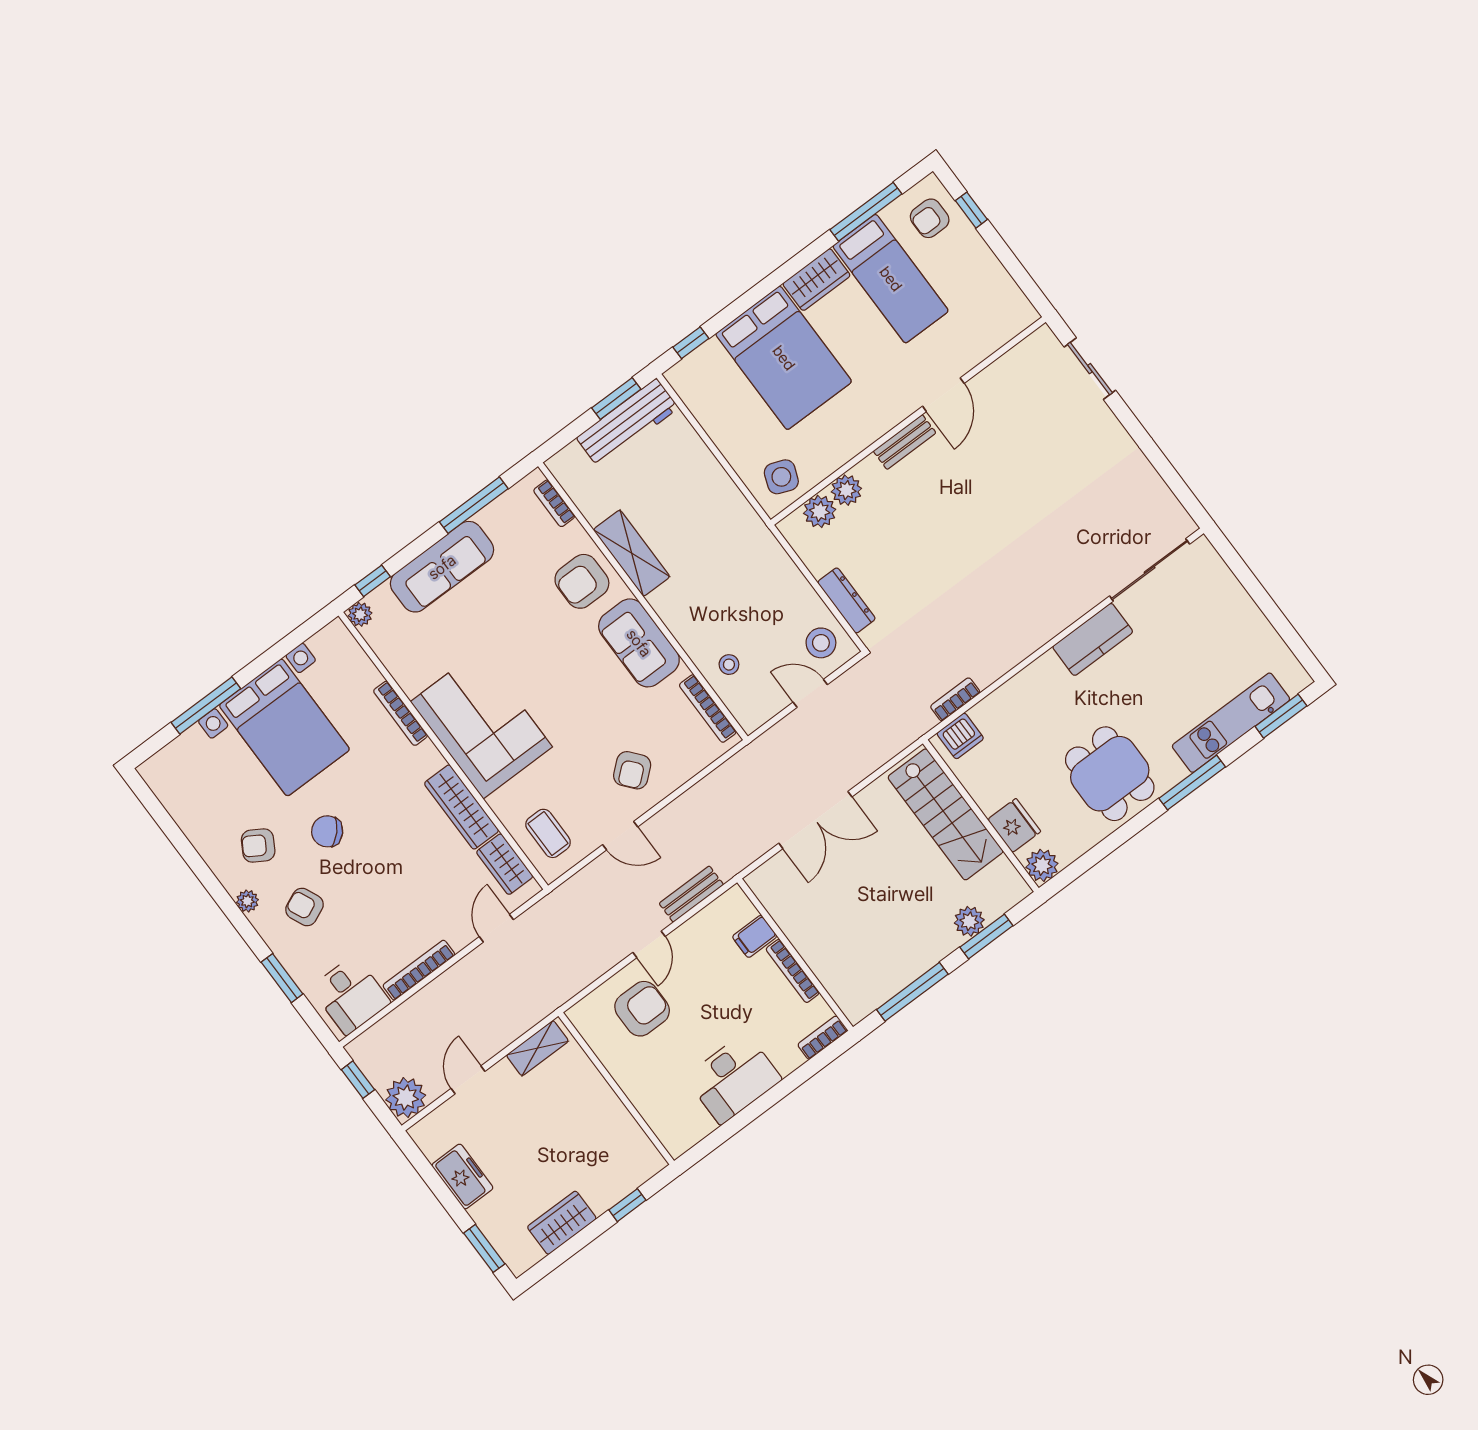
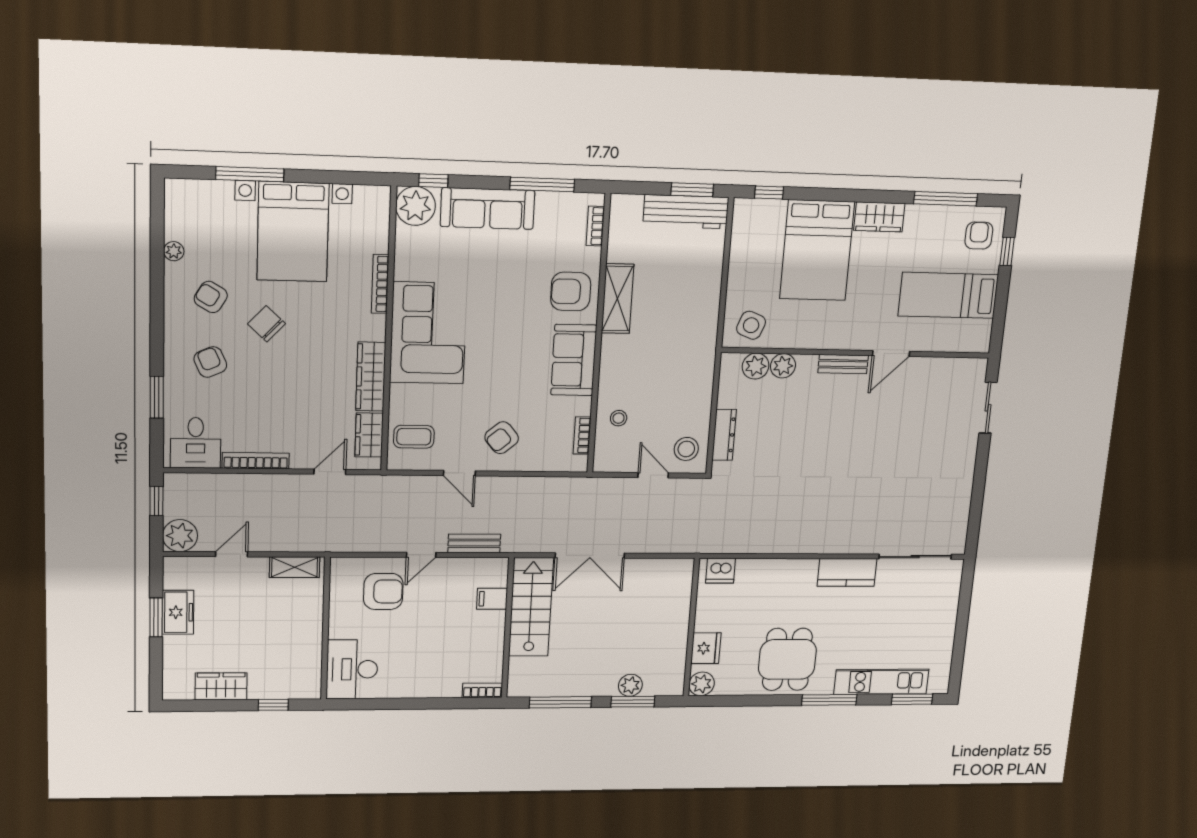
armchair: (930, 218) -> (979, 235), turned 90
bed: (891, 279) -> (948, 295), moved, turned 90
plant: (360, 614) -> (415, 206), width x1.88, depth x1.88
bookcase: (955, 699) -> (737, 546), removed
bookcase: (708, 708) -> (582, 436), width x0.64
stairs: (946, 814) -> (531, 607), moved, turned 180
coffee table: (548, 833) -> (414, 437), turned 90
plant: (247, 901) -> (174, 251), moved
bookcase: (793, 971) -> (498, 637), removed
desk: (733, 1078) -> (352, 669), moved, turned 90
window: (484, 1248) -> (156, 617), moved

